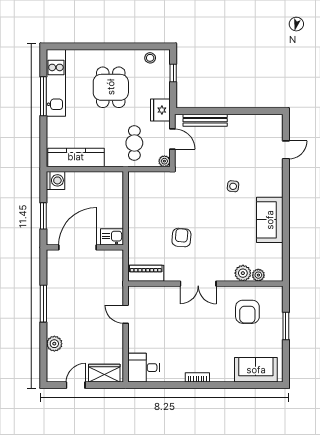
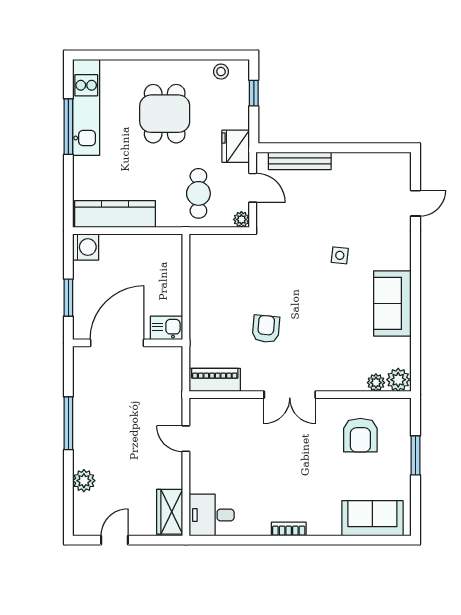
plant: (243, 273) -> (398, 380), moved
wardrobe: (104, 373) -> (170, 512), moved, turned -90

